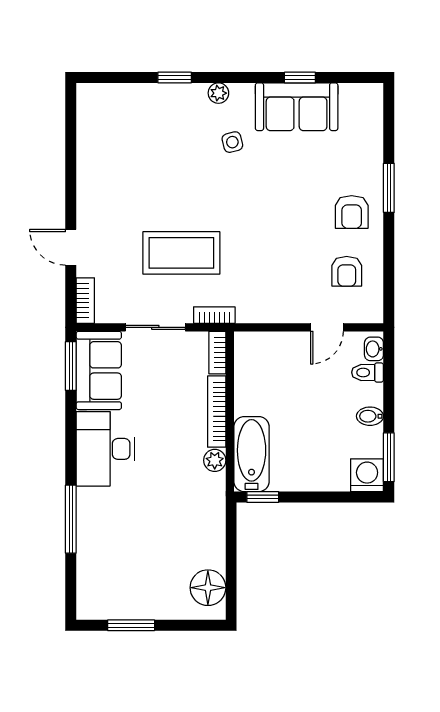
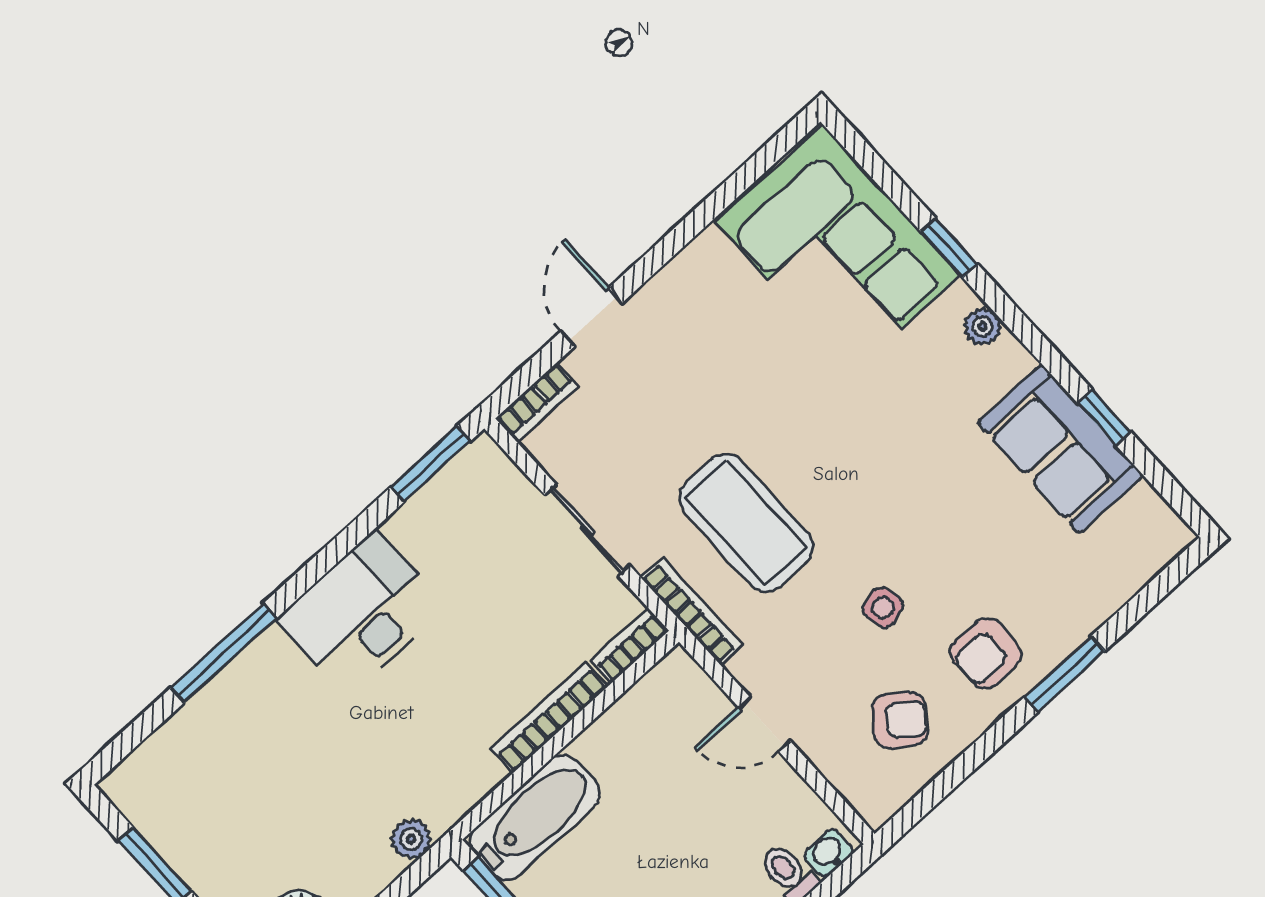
corner sofa: (134, 123) -> (838, 249), added
side table: (232, 142) -> (883, 608), moved
coffee table: (181, 253) -> (746, 523), moved
armchair: (347, 271) -> (900, 720), turned -143
bookcase: (214, 315) -> (691, 611), width x1.56
door: (327, 327) -> (764, 724), moved
sofa: (99, 370) -> (459, 507), removed
plant: (215, 460) -> (411, 839), moved

